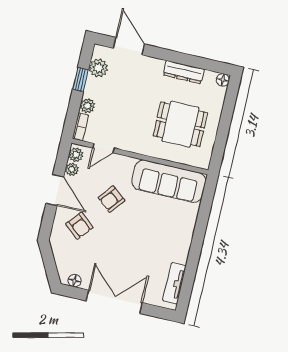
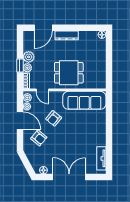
door: (129, 46) -> (43, 28), swing flipped
plant: (98, 68) -> (29, 57), moved
dresser: (184, 72) -> (67, 35), moved
window: (81, 79) -> (20, 65), moved
dining table: (180, 124) -> (69, 73), moved
door: (103, 148) -> (42, 90), hinge flipped

